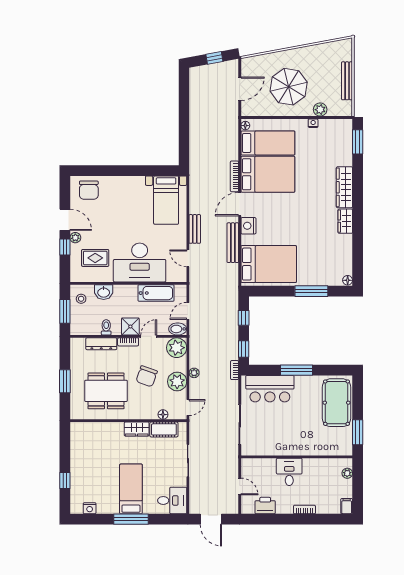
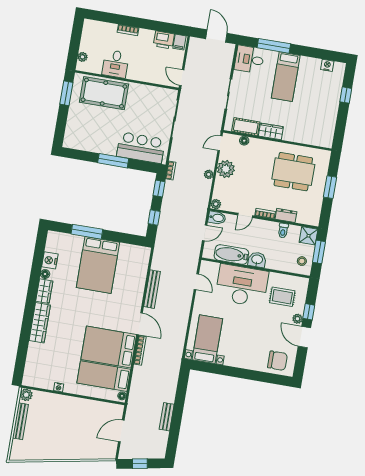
parasol: (289, 87) -> (76, 425), removed
plant: (320, 110) -> (26, 395), moved
window: (358, 142) -> (20, 363), removed
chair: (89, 190) -> (277, 361), turned 90
door: (240, 204) -> (140, 324), hinge flipped
nightstand: (248, 226) -> (50, 260), moved, turned 180
bench: (195, 229) -> (167, 417), moved
bed: (269, 264) -> (98, 265), moved, turned -90
floor lamp: (348, 280) -> (45, 274), moved
washbasin: (104, 292) -> (257, 260), moved
shower: (130, 326) -> (309, 236), moved
dresser: (101, 344) -> (286, 215), width x0.70
plant: (177, 348) -> (216, 204), width x0.53, depth x0.53
chair: (147, 376) -> (253, 179), removed
pool table: (337, 403) -> (104, 93), moved, turned 90
desk: (289, 472) -> (116, 64), moved
door: (240, 486) -> (182, 78), moved
filing cabinet: (347, 506) -> (180, 42), moved
window: (131, 519) -> (274, 46), moved

